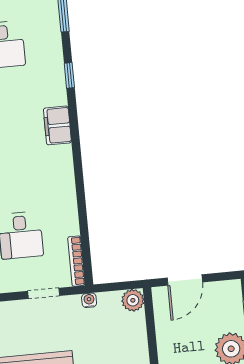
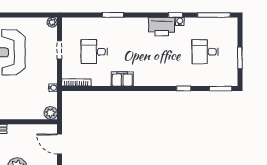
filing cabinet: (57, 125) -> (122, 79), moved
doorway: (44, 293) -> (59, 50), moved

